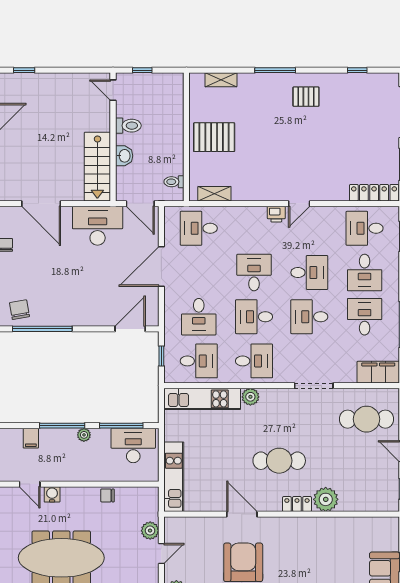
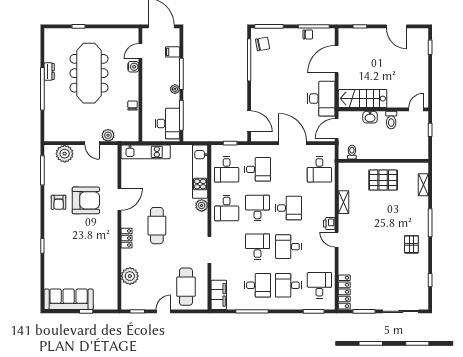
pallet: (214, 137) -> (383, 180), turned 90
shelving: (214, 194) -> (344, 202), moved
desk: (199, 228) -> (319, 169), turned 180
desk: (309, 272) -> (288, 247), turned 90
desk: (199, 317) -> (258, 169), turned 180
plant: (326, 499) -> (130, 276), moved

